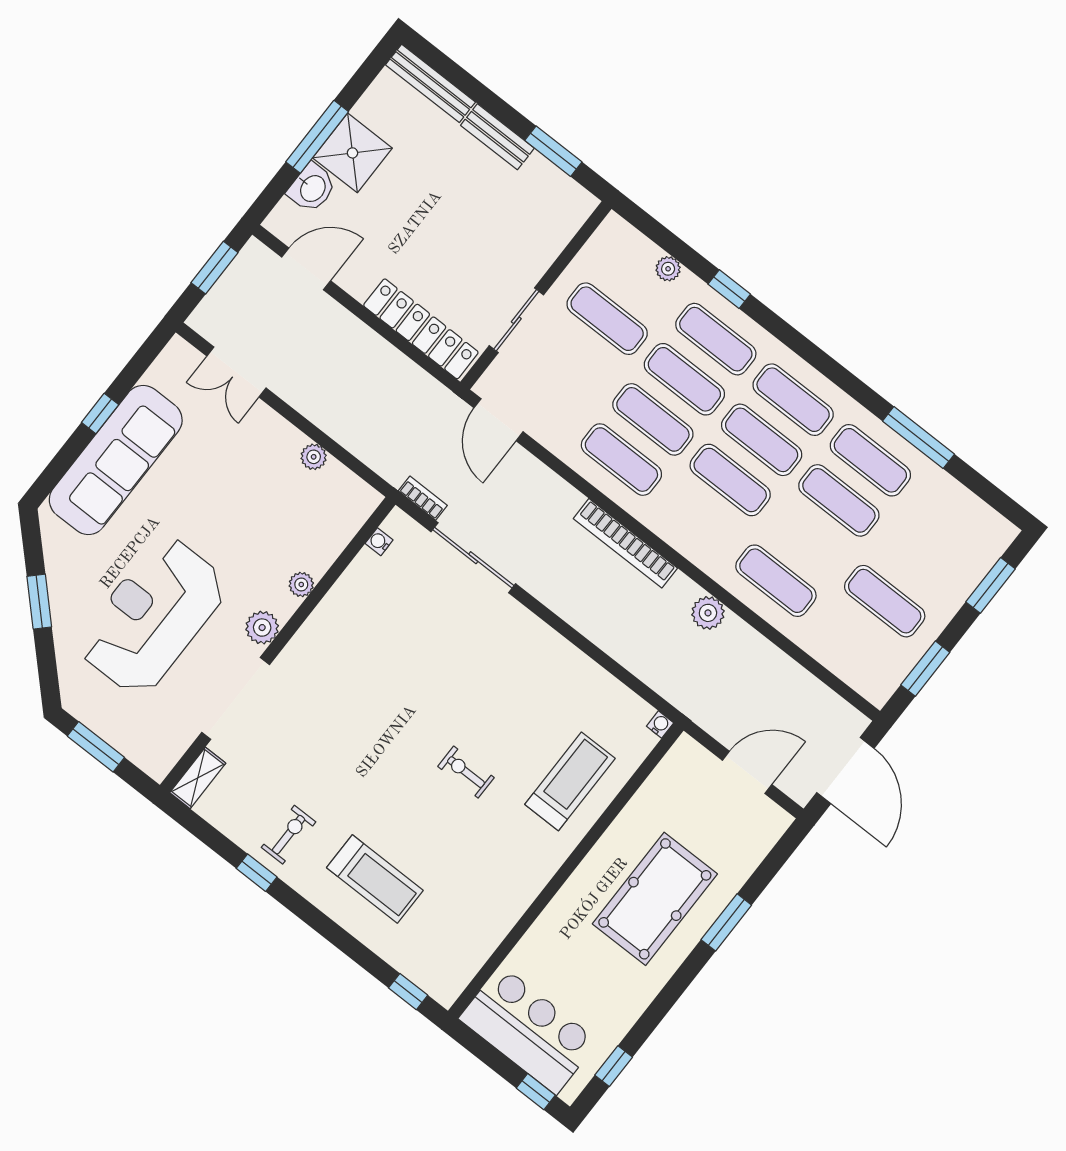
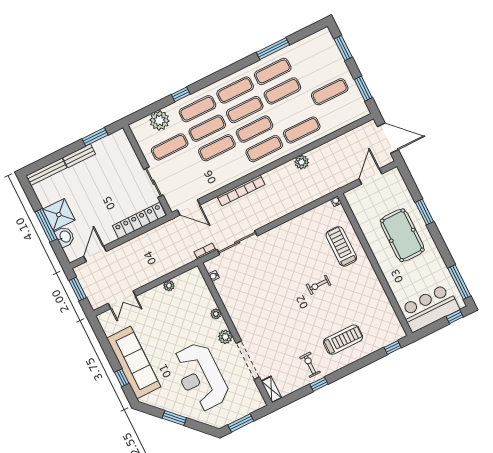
plant: (668, 269) -> (159, 120), width x1.88, depth x1.88
window: (100, 414) -> (122, 378), moved
exercise mat: (621, 460) -> (264, 149), moved
bookcase: (625, 543) -> (241, 190), moved
window: (614, 1066) -> (459, 282), width x2.17

